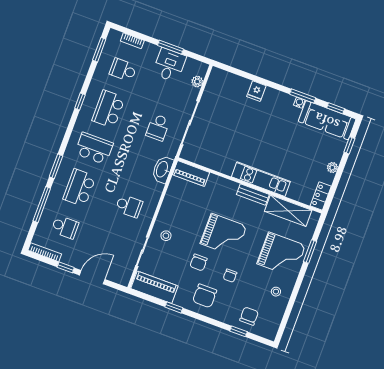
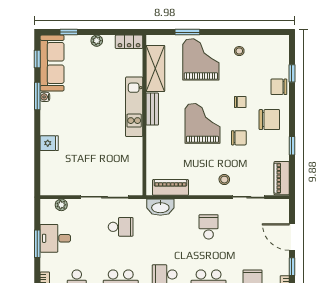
piano: (191, 174) -> (170, 187), moved, turned -90
piano: (154, 287) -> (282, 178), width x0.73, depth x0.75
chair: (249, 316) -> (279, 87), moved

